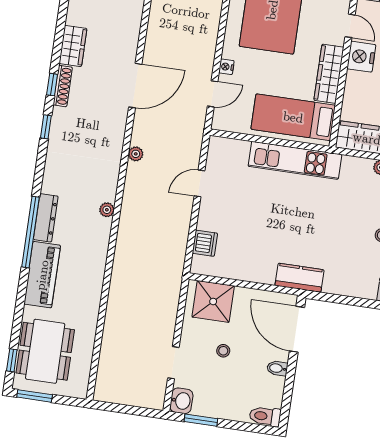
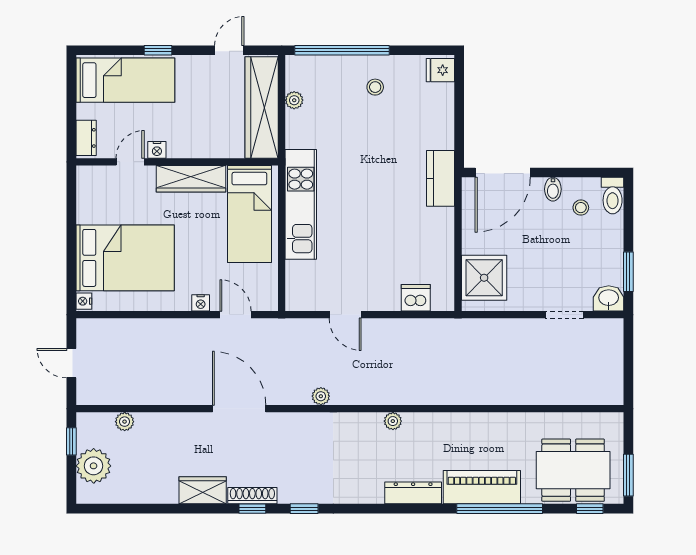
nightstand: (361, 57) -> (157, 150), width x0.53, depth x0.56
window: (31, 232) -> (500, 509), moved
stool: (223, 351) -> (581, 208), moved

